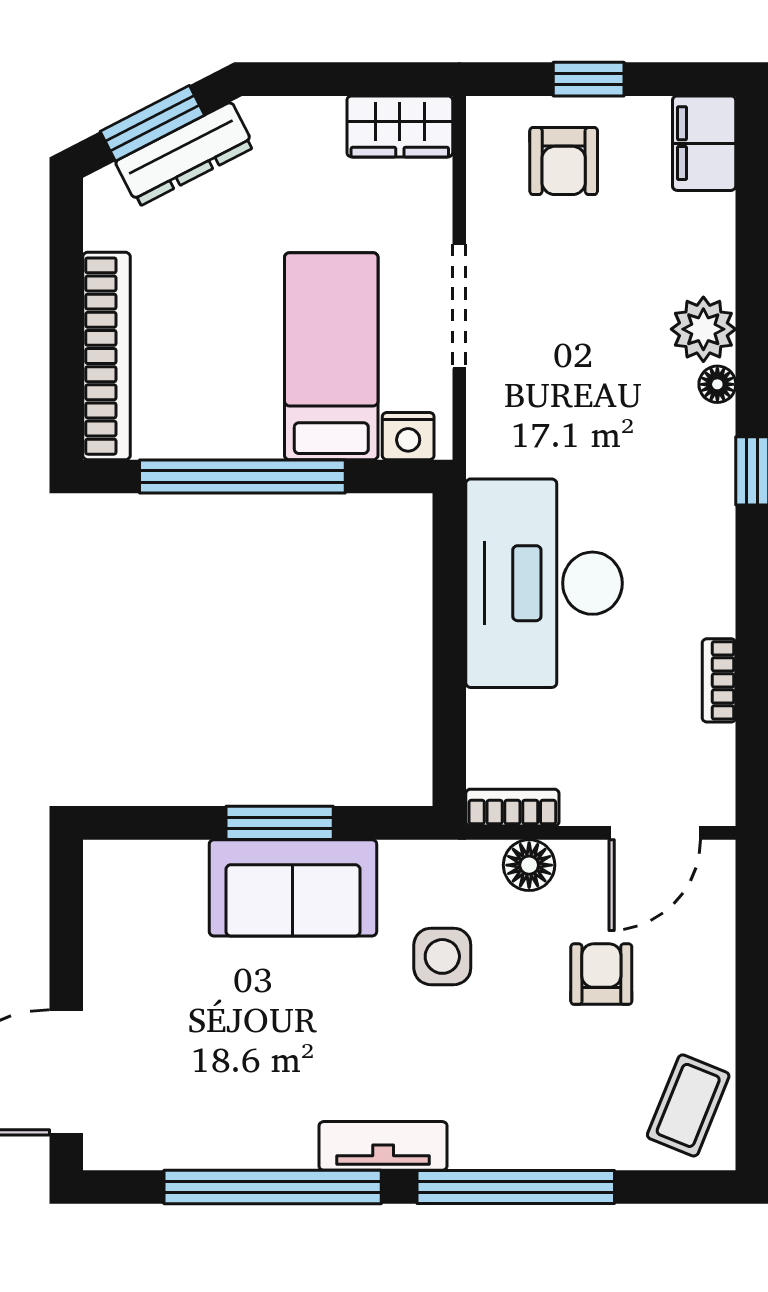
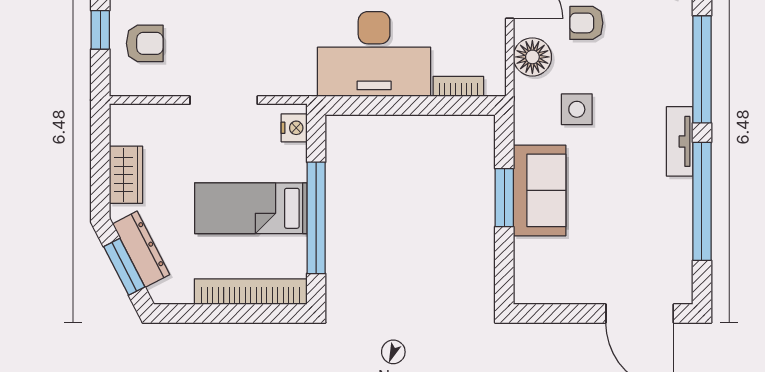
wardrobe: (400, 126) -> (126, 175), moved
bed: (331, 356) -> (251, 208), moved
bookcase: (512, 808) -> (458, 86), moved, turned 90
floor lamp: (529, 865) -> (532, 57), width x1.38, depth x1.38

